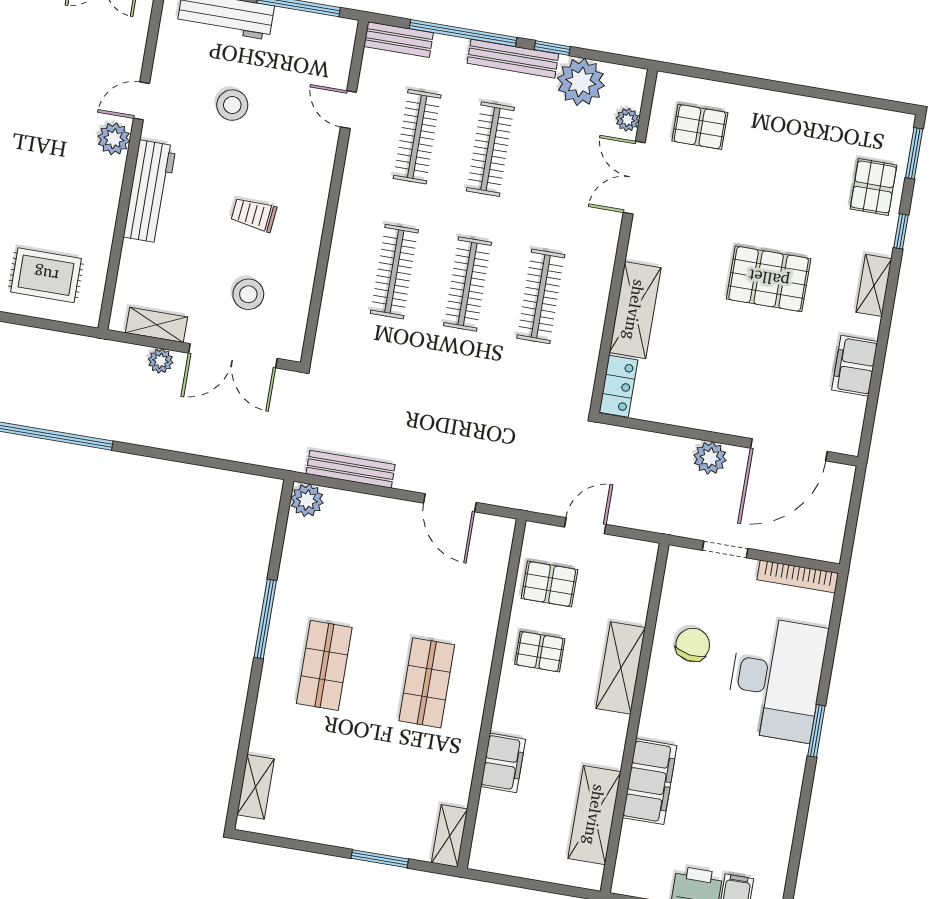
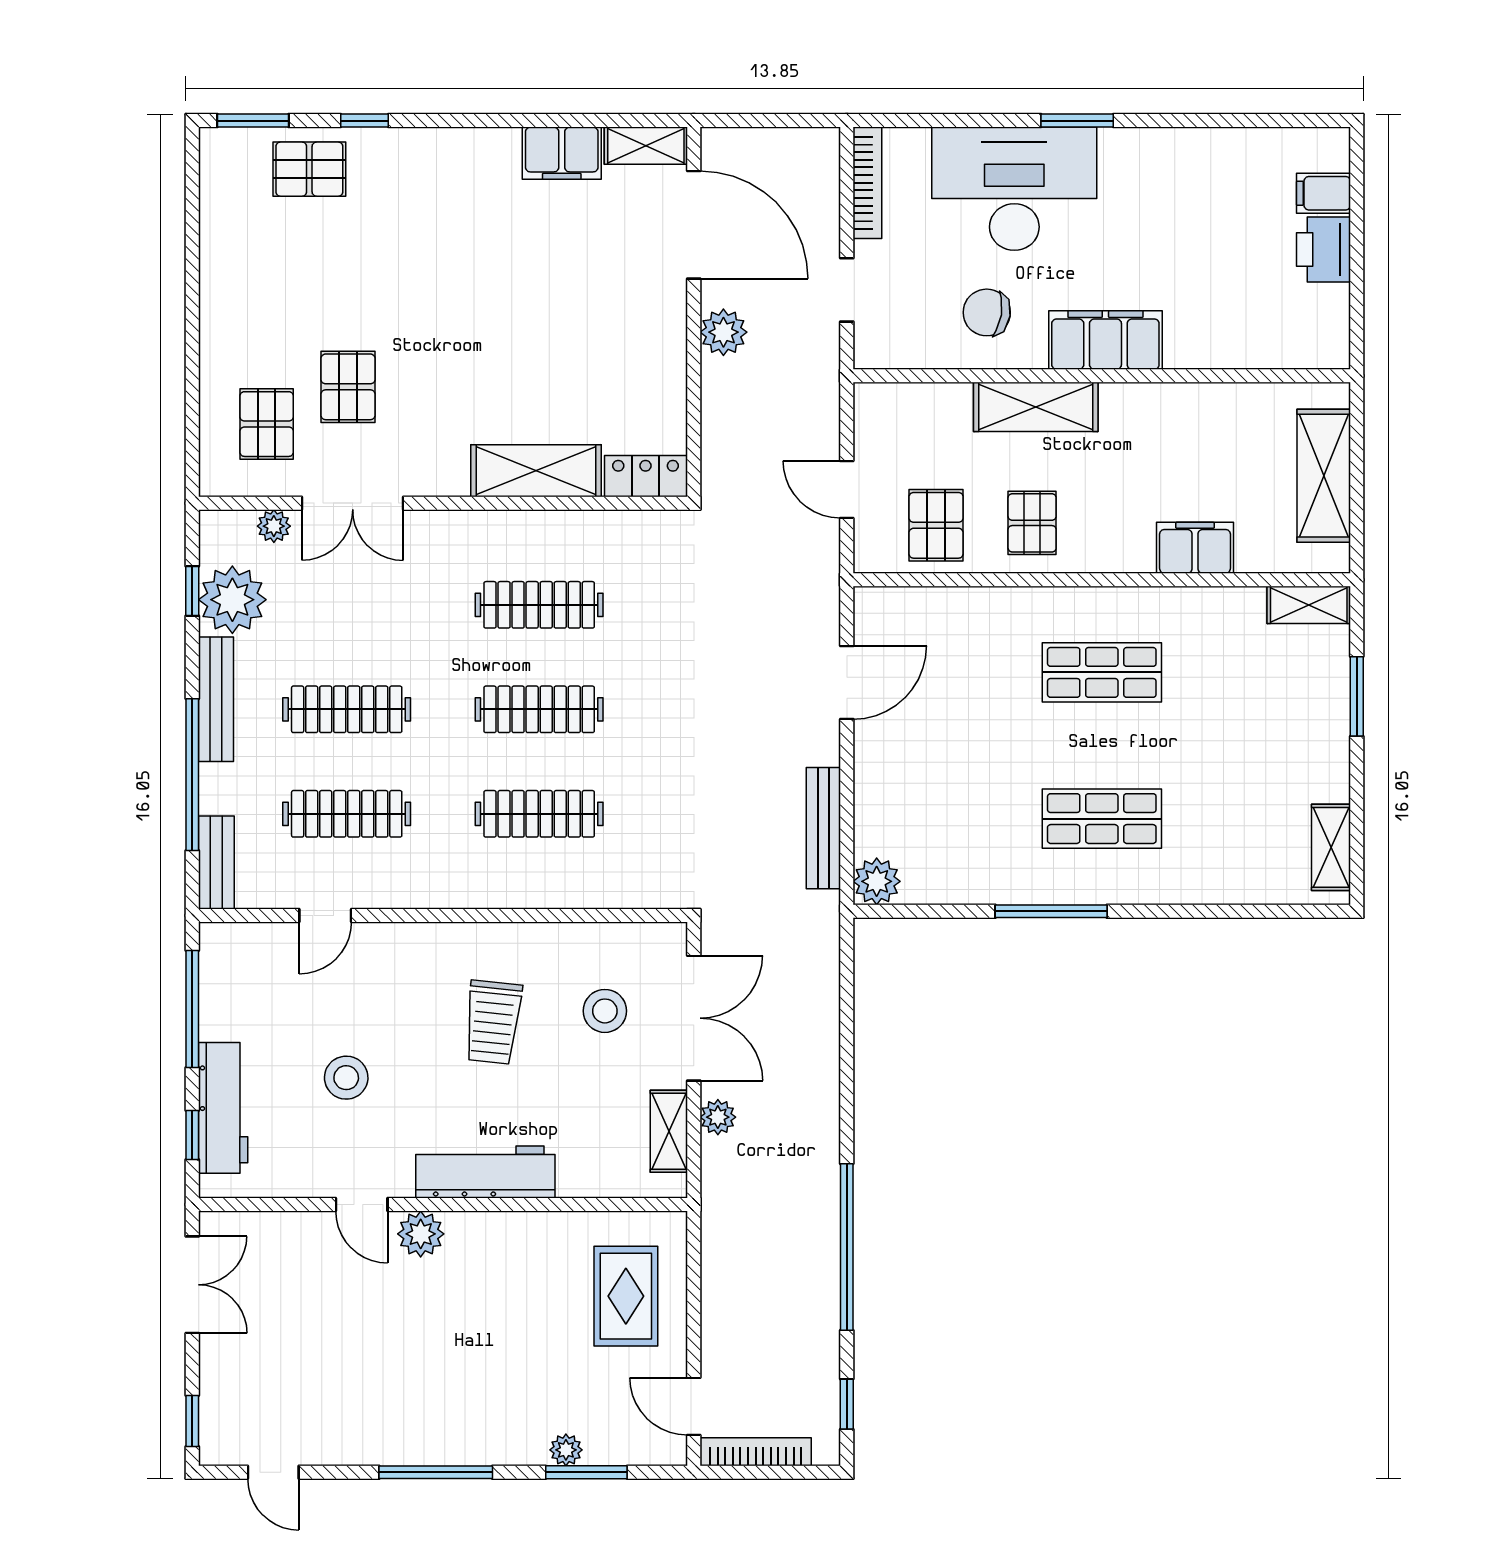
window: (552, 48) -> (192, 591), moved
trolley: (254, 214) -> (493, 1022), width x1.36, depth x1.39
pallet: (769, 279) -> (348, 387), moved, width x0.67, depth x0.71
shelving: (874, 285) -> (646, 146), moved
filing cabinet: (650, 782) -> (1105, 340), moved
shelving: (256, 787) -> (1331, 847), moved, turned 90
shelving: (595, 815) -> (1324, 476), moved, turned 90

